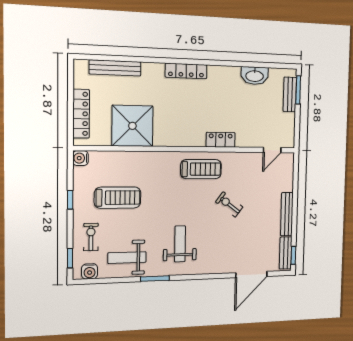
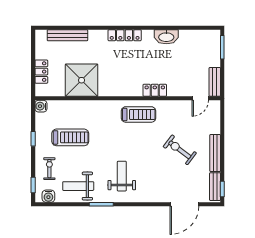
washbasin: (255, 76) -> (166, 37), moved
bench: (290, 94) -> (215, 82), moved
locker: (81, 114) -> (41, 72), width x0.66
exercise bike: (229, 204) -> (180, 150), moved, width x1.38, depth x1.39

